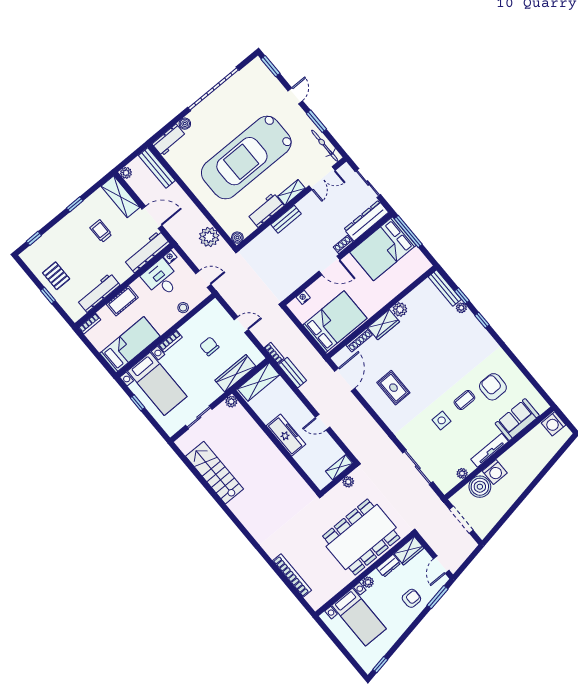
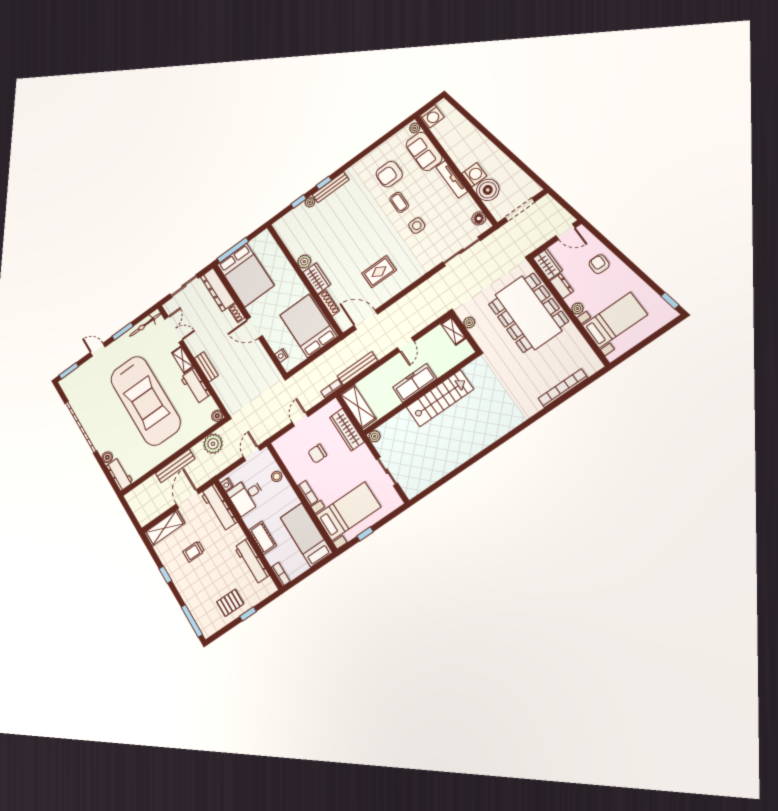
bench: (157, 168) -> (175, 466), moved
plant: (126, 173) -> (143, 520), removed
window: (34, 238) -> (192, 621), width x2.17
door: (329, 265) -> (254, 328), swing flipped
bench: (445, 288) -> (331, 187), moved
bench: (292, 373) -> (357, 368), width x1.36
stairs: (215, 473) -> (440, 398), moved, turned 180
plant: (462, 473) -> (415, 128), moved
floor lamp: (451, 481) -> (479, 218), added
window: (438, 597) -> (600, 237), removed

